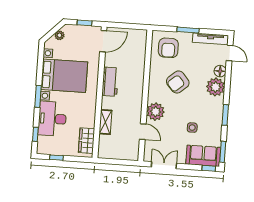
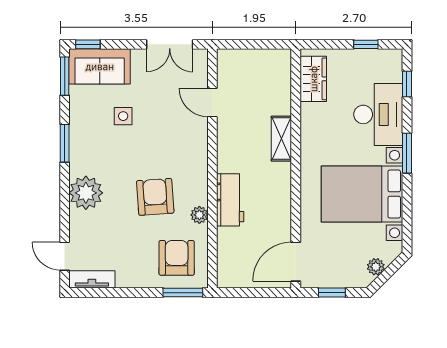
window: (188, 30) -> (183, 293), moved
tv unit: (210, 39) -> (92, 279), width x0.71
floor lamp: (220, 71) -> (80, 222), removed
workbench: (110, 82) -> (230, 200), moved, turned 180
armchair: (178, 82) -> (155, 197), turned -53
plant: (156, 112) -> (199, 215), moved, width x0.53, depth x0.53
shelving: (105, 122) -> (281, 139), moved

